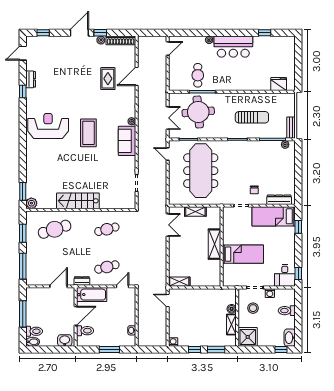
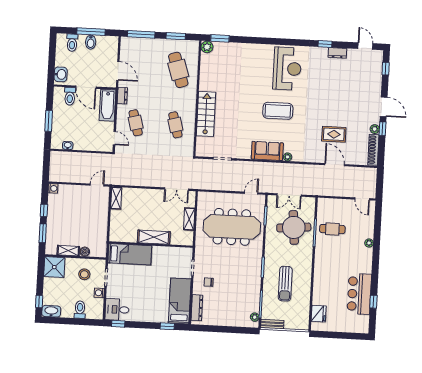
bar counter: (233, 47) -> (359, 294), moved
stairs: (78, 201) -> (206, 114), moved
bed: (243, 254) -> (130, 254), moved, turned -90
bidet: (33, 342) -> (91, 42), moved

